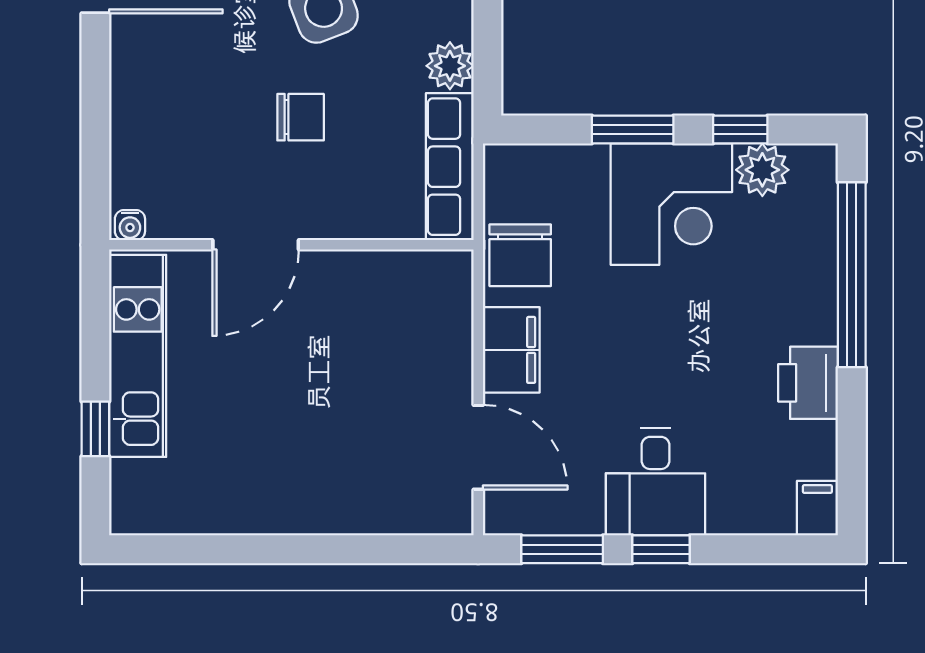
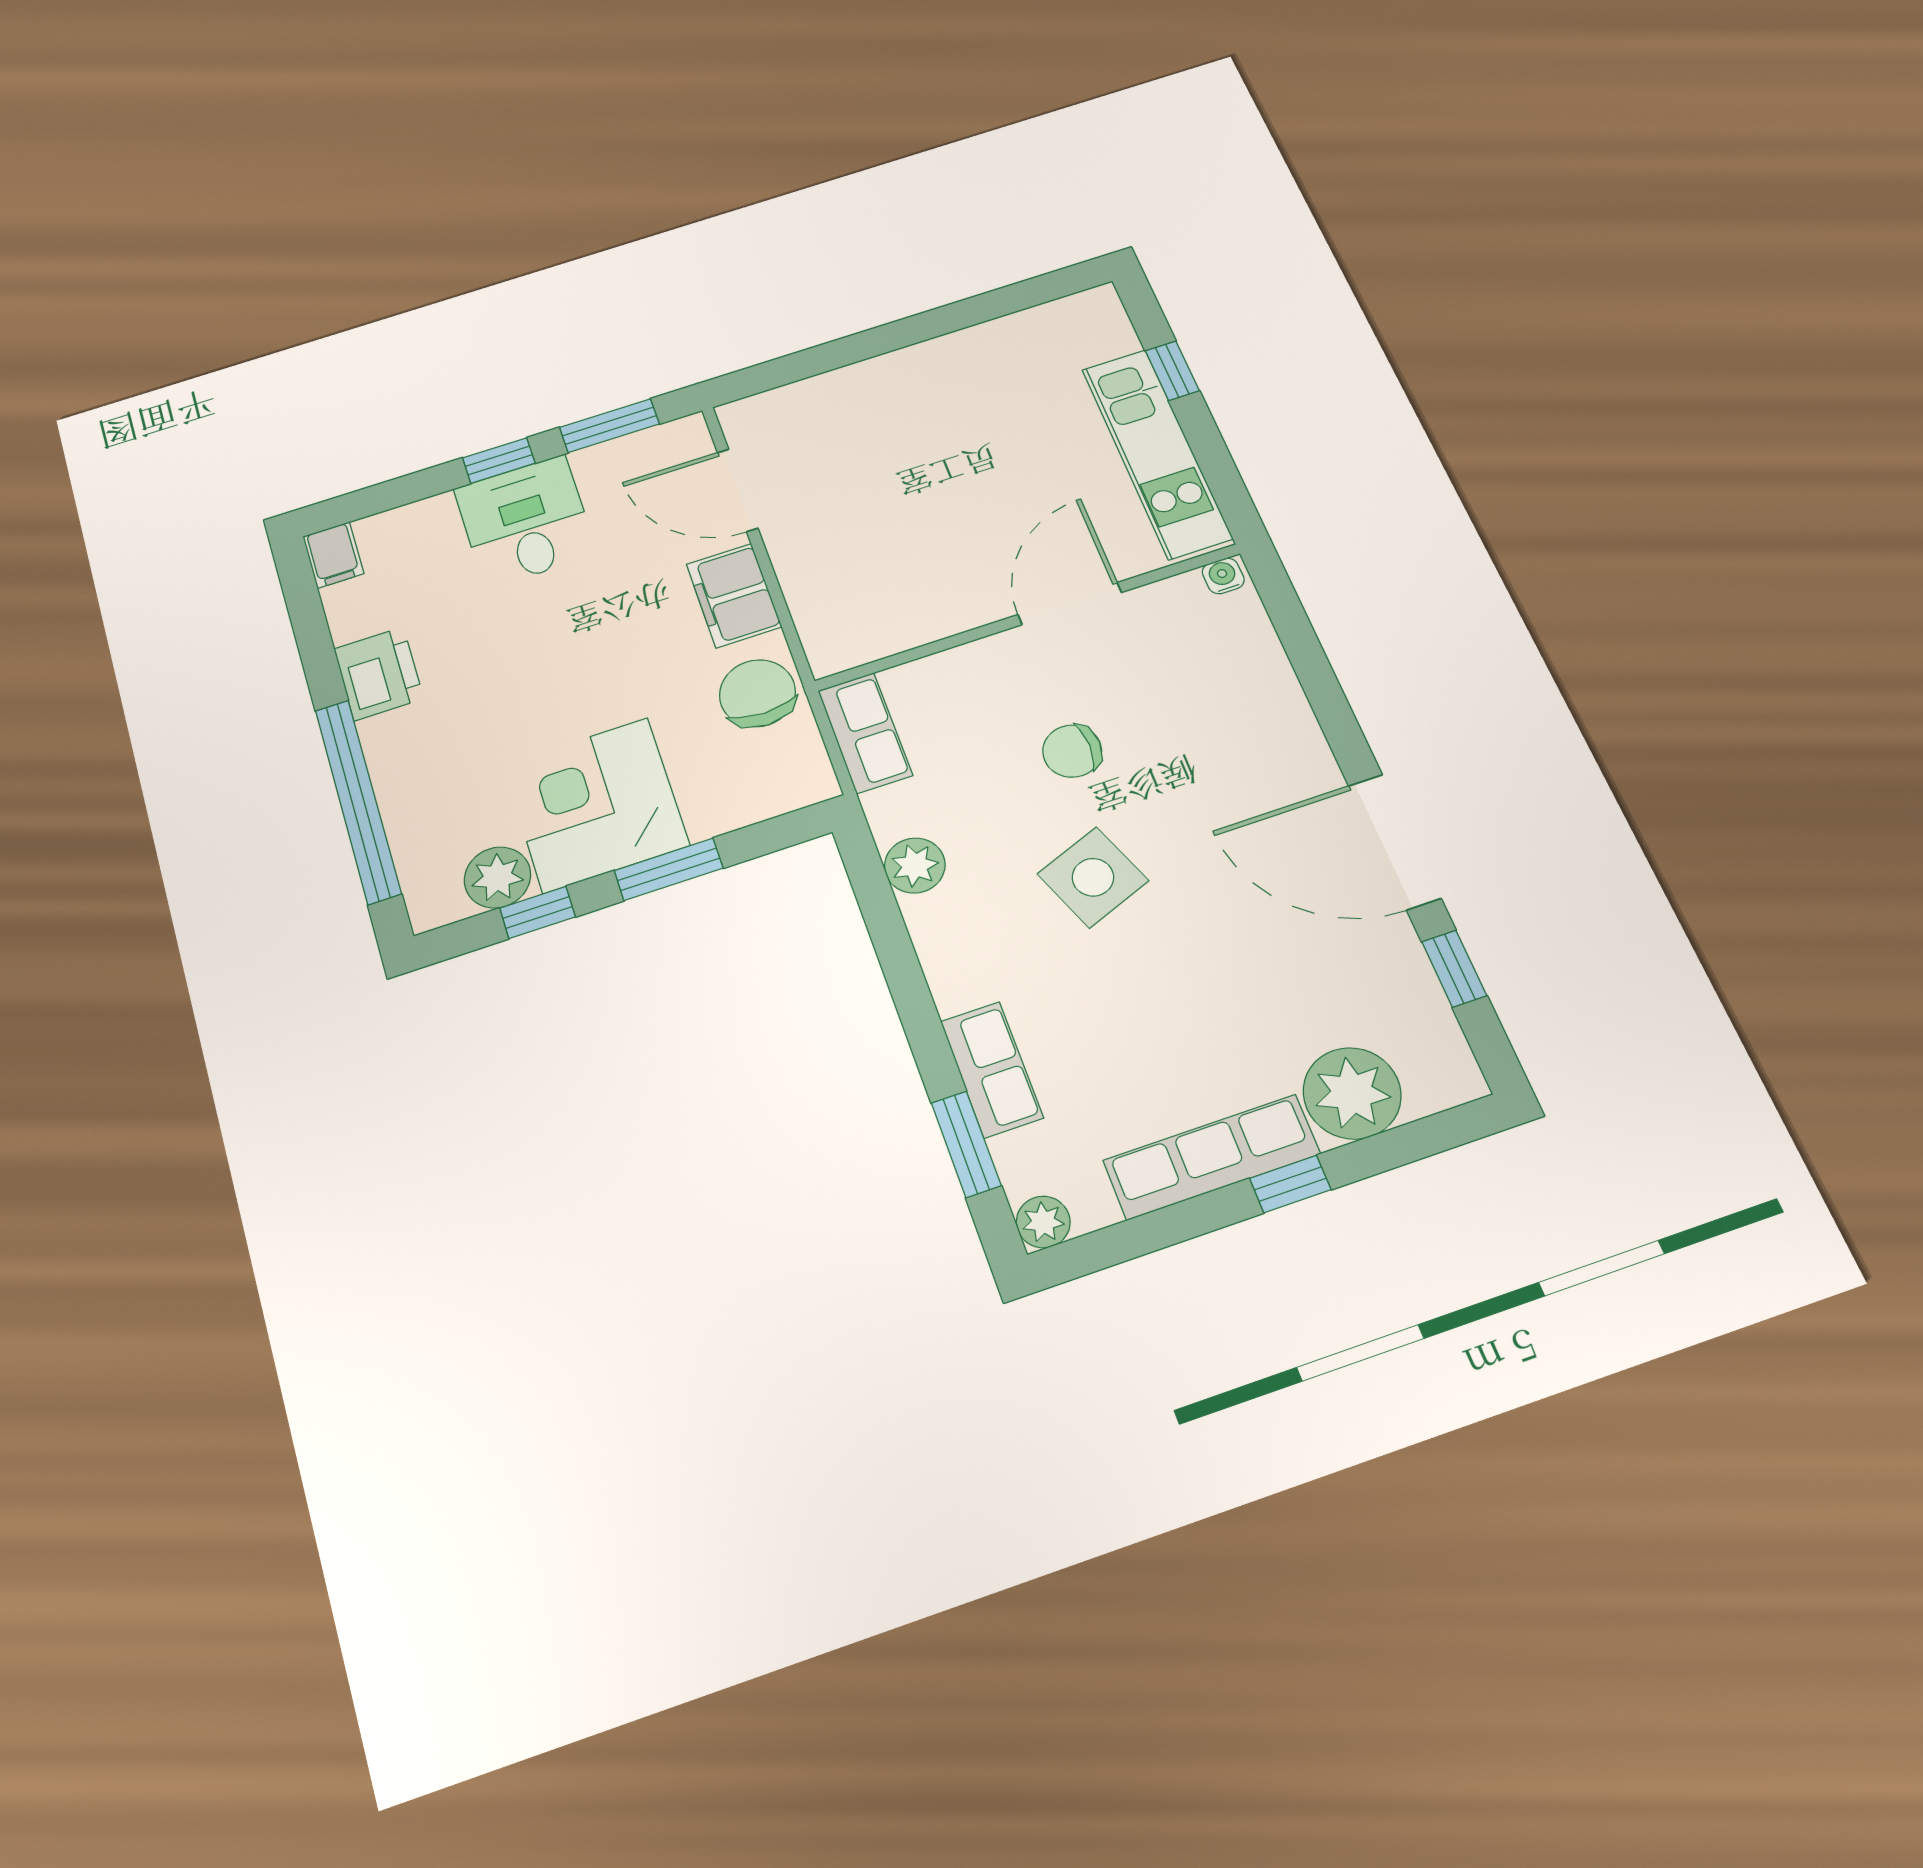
row of seats: (450, 167) -> (865, 733), width x0.68

